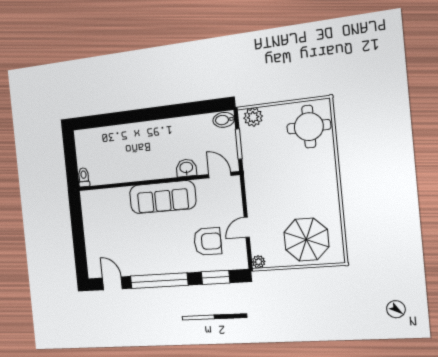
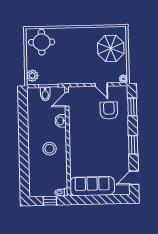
bidet: (224, 120) -> (45, 94), moved
stool: (144, 154) -> (50, 149), added
window: (71, 161) -> (50, 201), added
sofa: (163, 197) -> (92, 186), moved, turned -90
window: (159, 281) -> (133, 145), width x0.47

